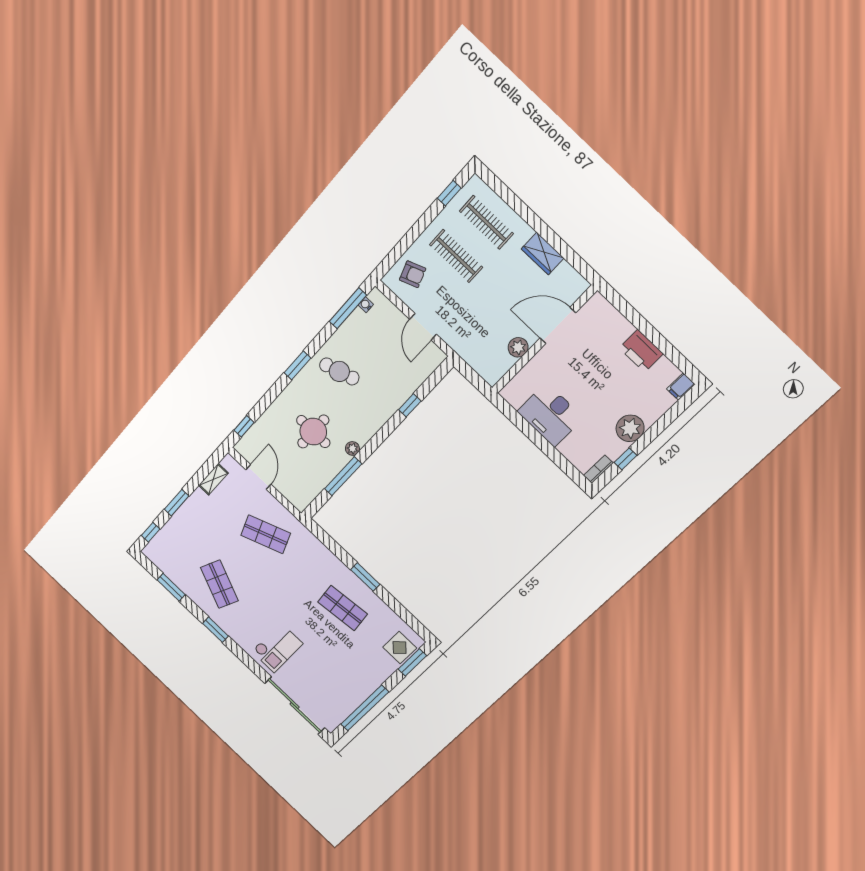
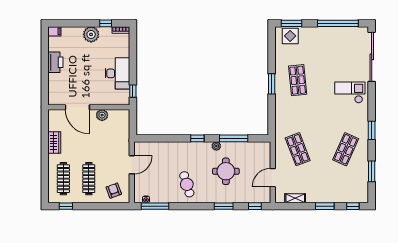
window: (297, 365) -> (224, 206), moved
window: (410, 405) -> (197, 138), moved
window: (510, 413) -> (133, 91), added

